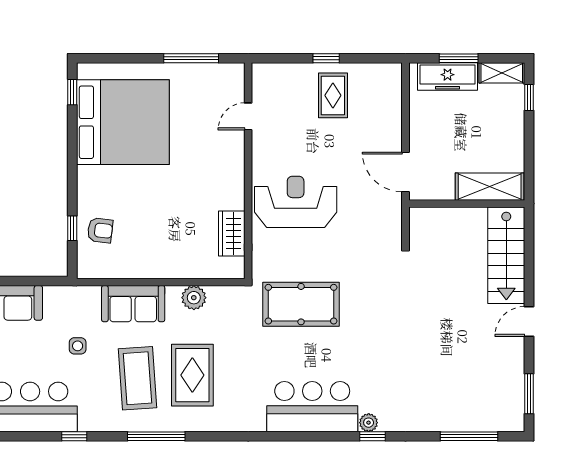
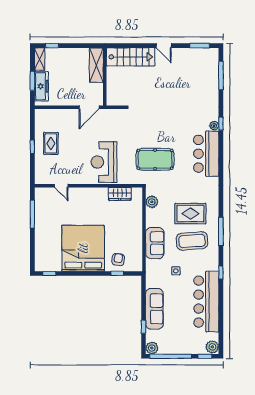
rug: (333, 95) -> (51, 143), turned 90
bed: (123, 122) -> (83, 248), moved
plant: (194, 298) -> (152, 202), moved
pool table: (301, 304) -> (155, 159), turned 90

